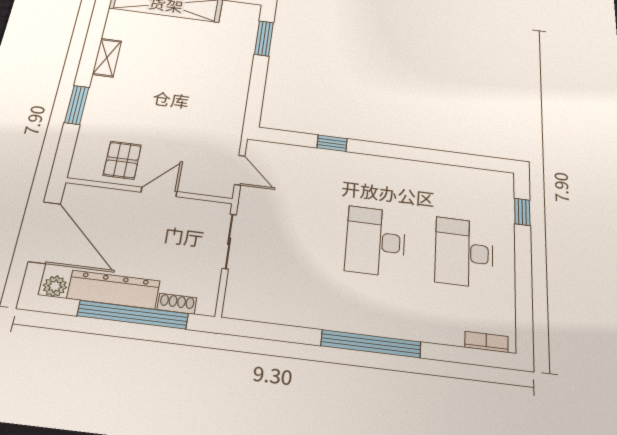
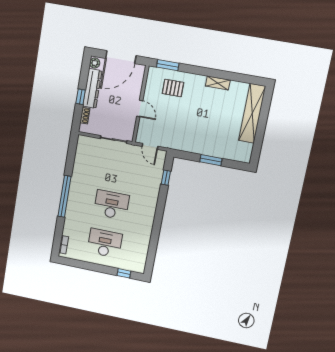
window: (264, 38) -> (211, 160), moved
window: (77, 105) -> (168, 65), moved
window: (332, 143) -> (166, 178), moved
pallet: (122, 160) -> (173, 88), moved
door: (240, 170) -> (150, 146), hinge flipped
window: (133, 315) -> (81, 97), width x0.32

